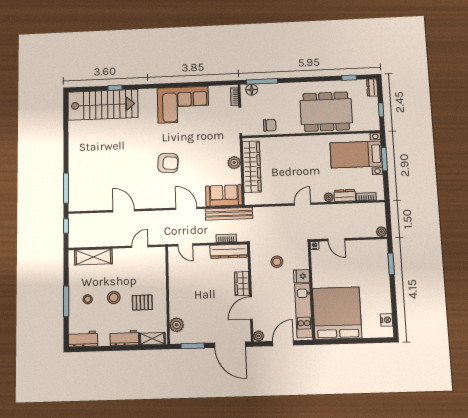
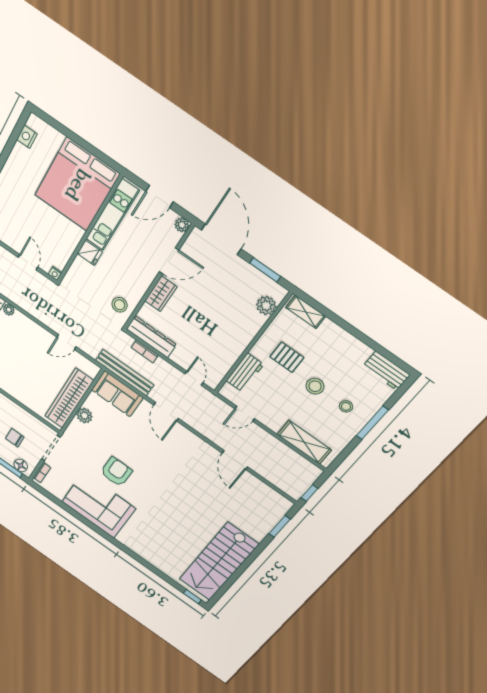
window: (115, 88) -> (192, 597), moved
stairs: (103, 105) -> (218, 562), moved, turned -90
chair: (270, 125) -> (15, 438), moved
armchair: (168, 163) -> (116, 472), moved, turned 85
window: (66, 188) -> (280, 526), width x0.69
door: (303, 204) -> (66, 342), moved
stool: (277, 262) -> (120, 305), moved
workbench: (124, 338) -> (245, 373), moved, turned -90

